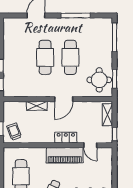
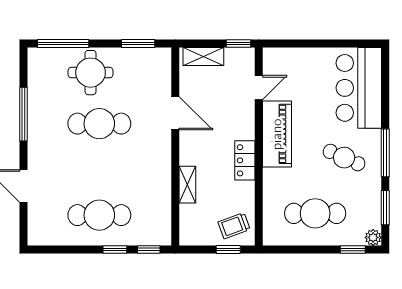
cafe table: (45, 57) -> (99, 215), moved
round table: (99, 80) -> (91, 73), moved
door: (64, 99) -> (175, 113), moved
locker: (66, 138) -> (245, 160), moved

